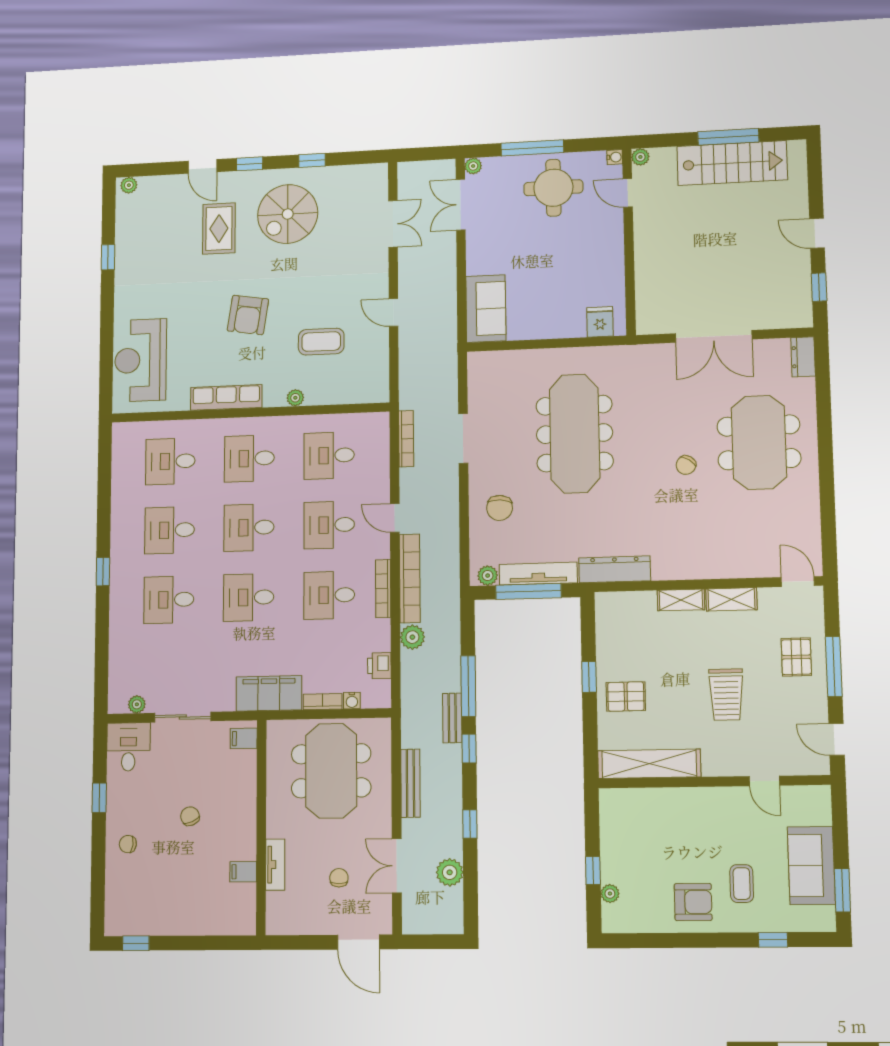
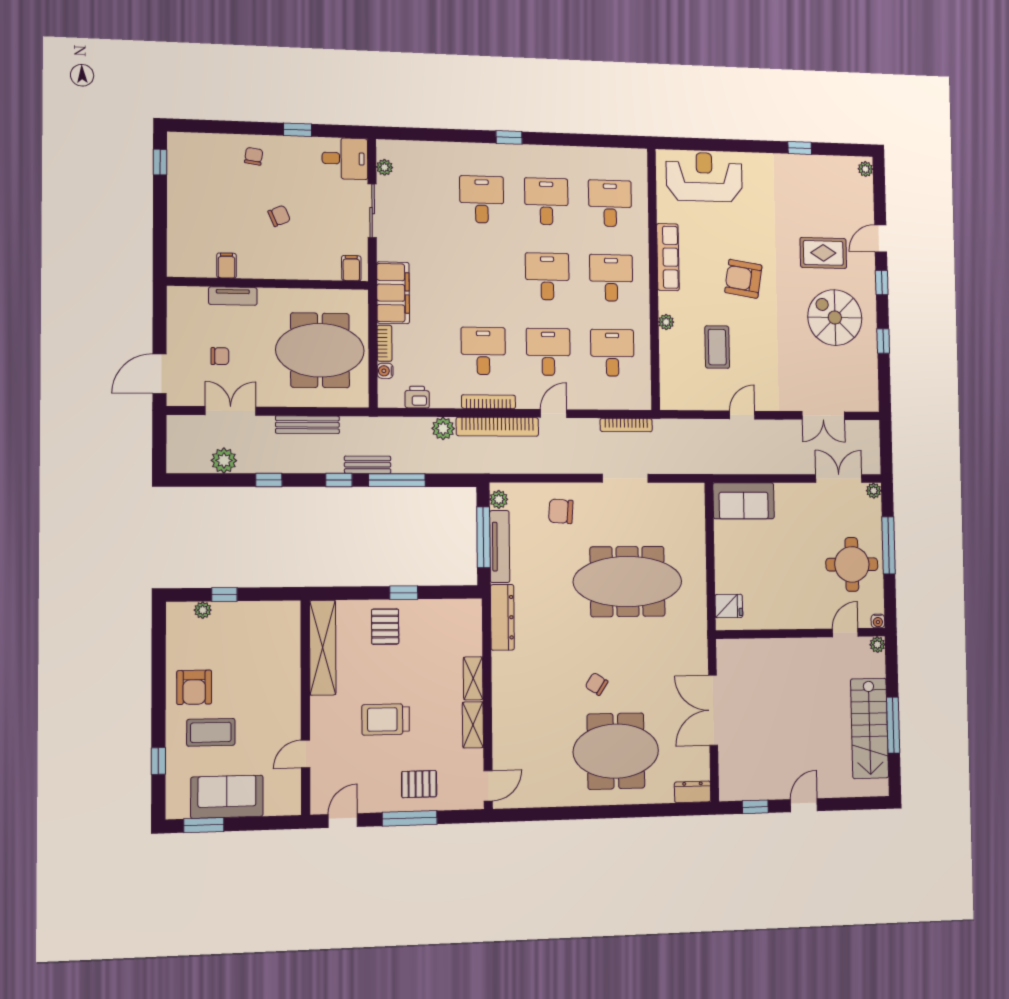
desk: (249, 597) -> (482, 275), removed
coffee table: (742, 884) -> (211, 732), width x1.36, depth x1.30

